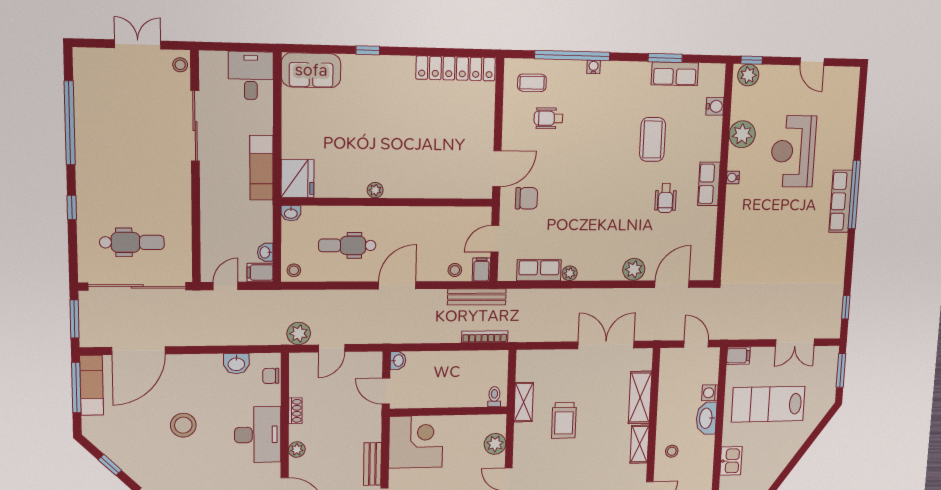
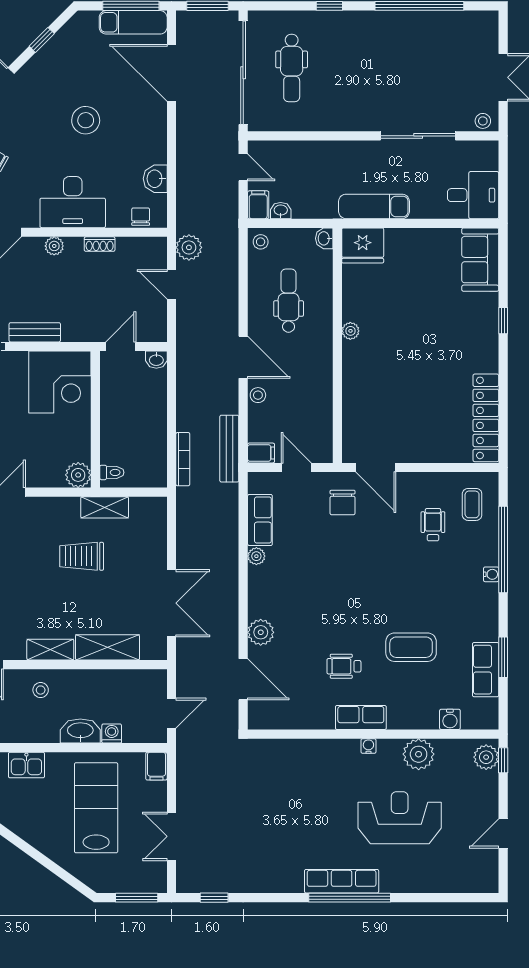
stool: (455, 270) -> (258, 395), moved
plant: (495, 444) -> (78, 475), moved

